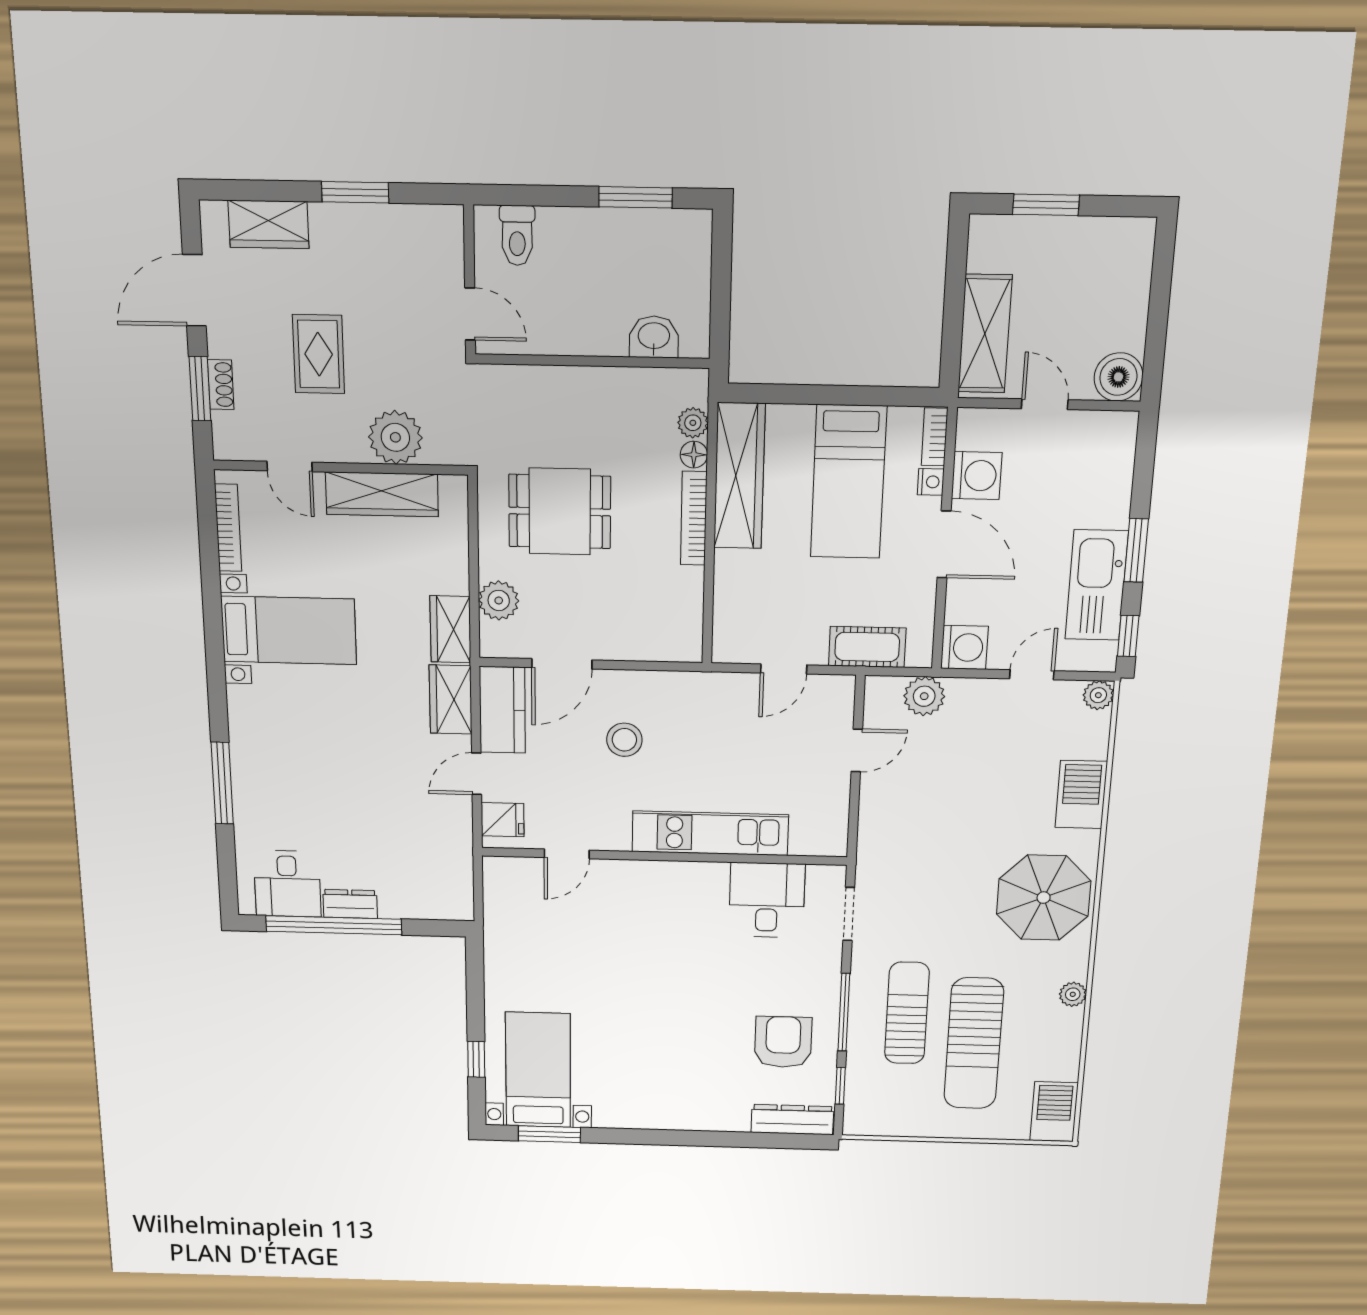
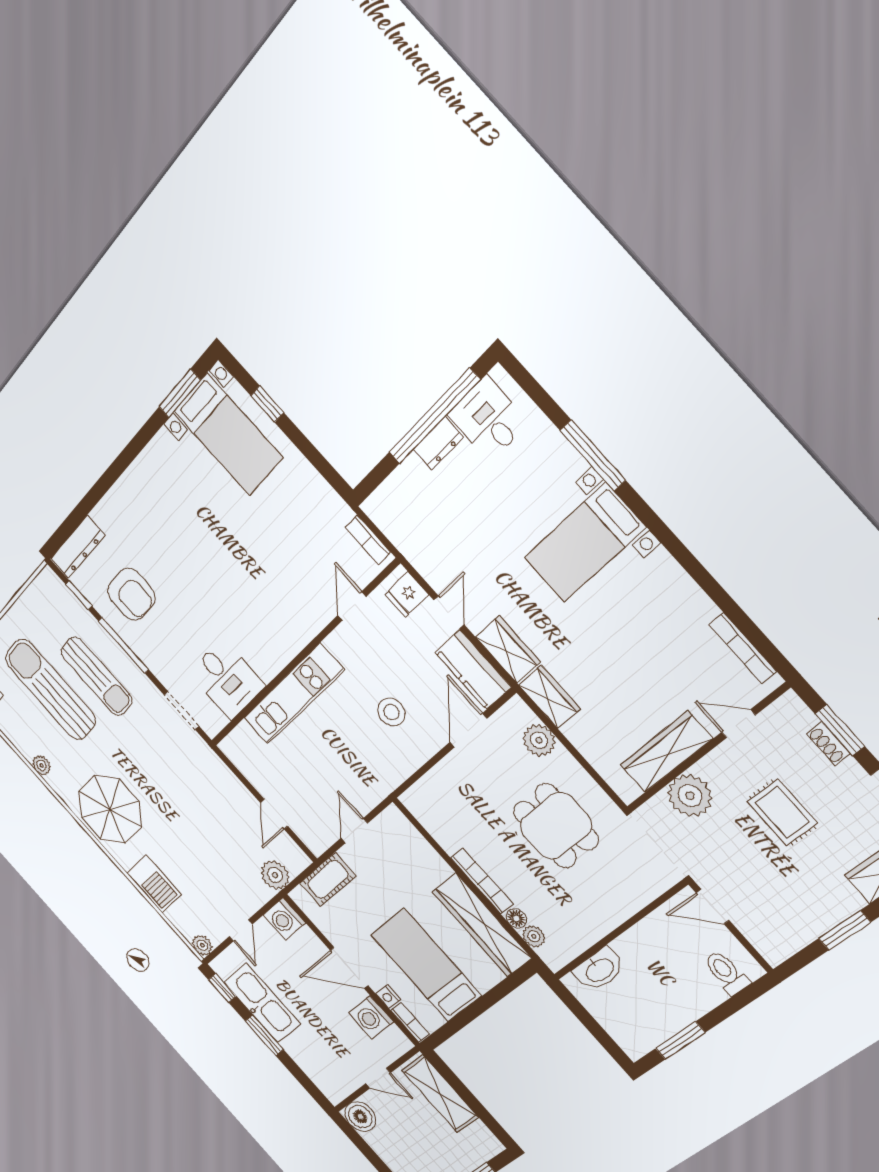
washbasin: (654, 337) -> (599, 970), width x1.38
dining table: (560, 511) -> (556, 826), turned 90
bed with nightstands: (289, 630) -> (585, 543), moved
bookcase: (494, 890) -> (368, 540), added

